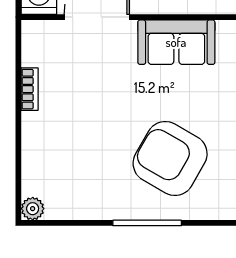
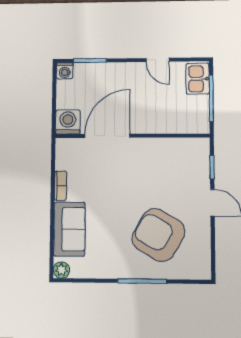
sofa: (176, 42) -> (69, 229), moved, turned -90

